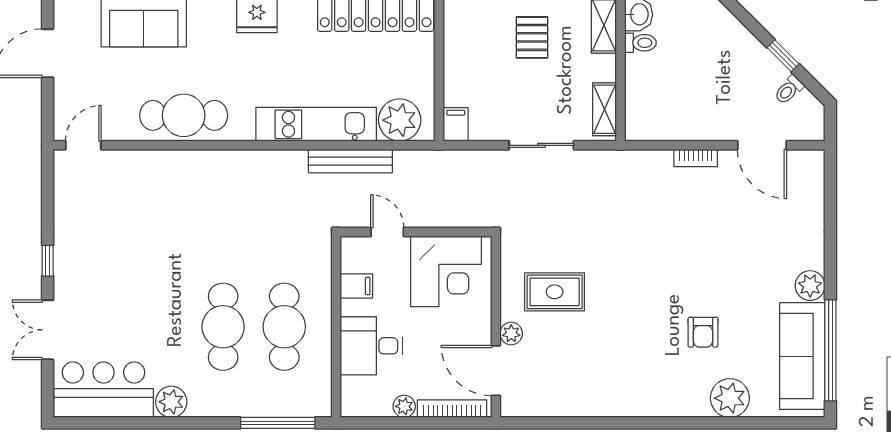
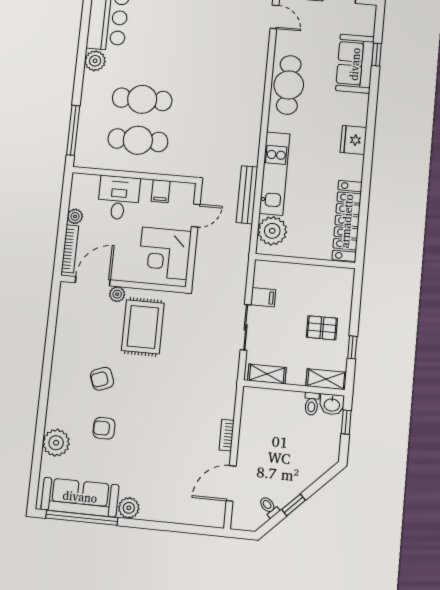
filing cabinet: (456, 124) -> (263, 297), moved
rug: (555, 292) -> (143, 327), width x1.36, depth x1.43
armchair: (634, 342) -> (102, 379), added

